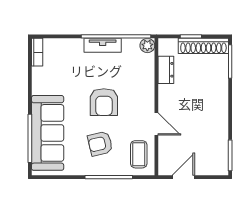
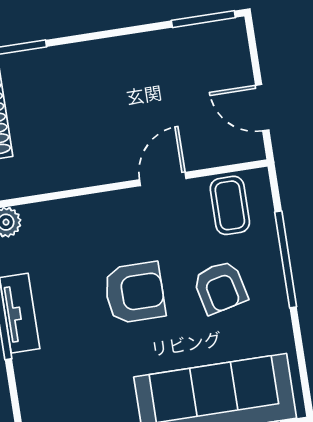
dresser: (166, 70) -> (50, 177), removed
coffee table: (139, 154) -> (230, 205), turned 90

